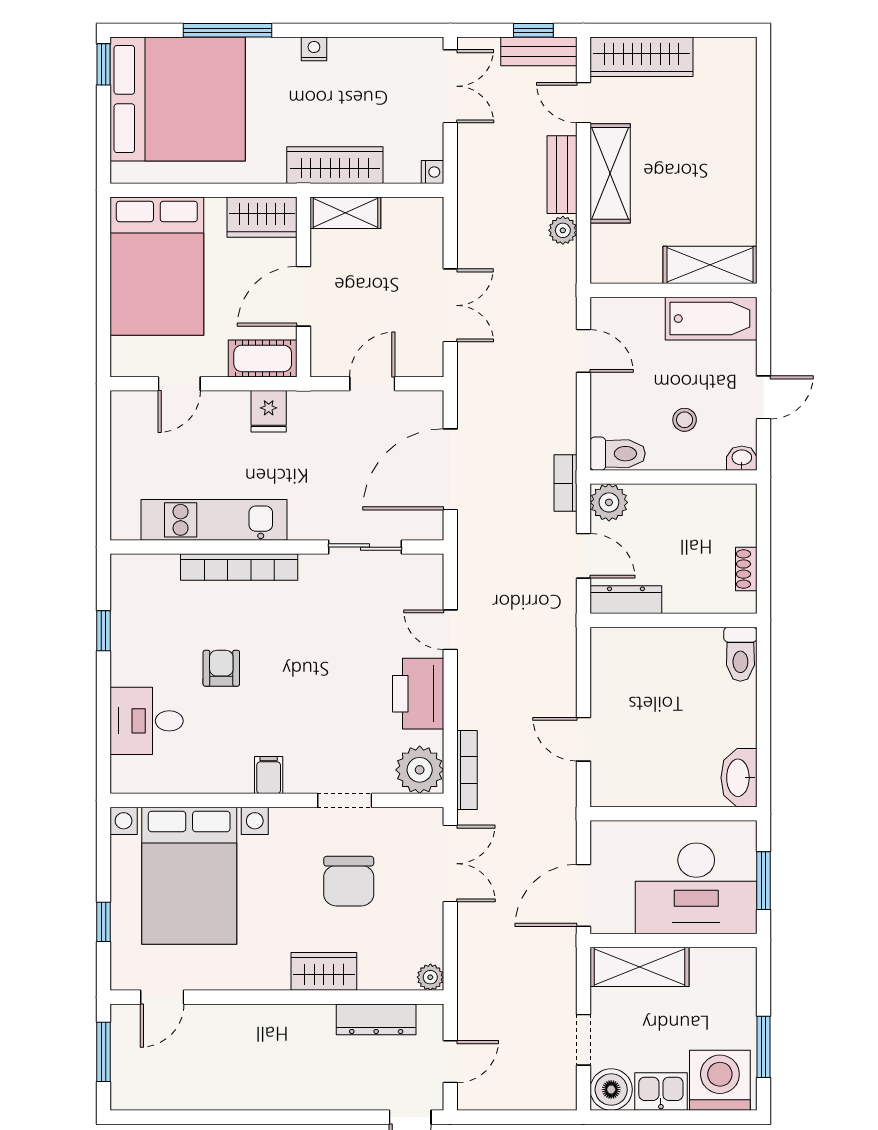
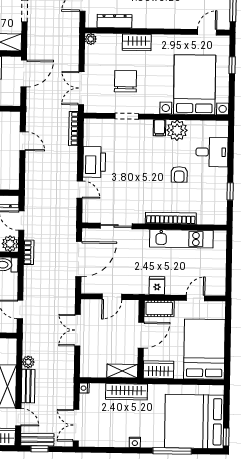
plant: (420, 770) -> (177, 130), moved

